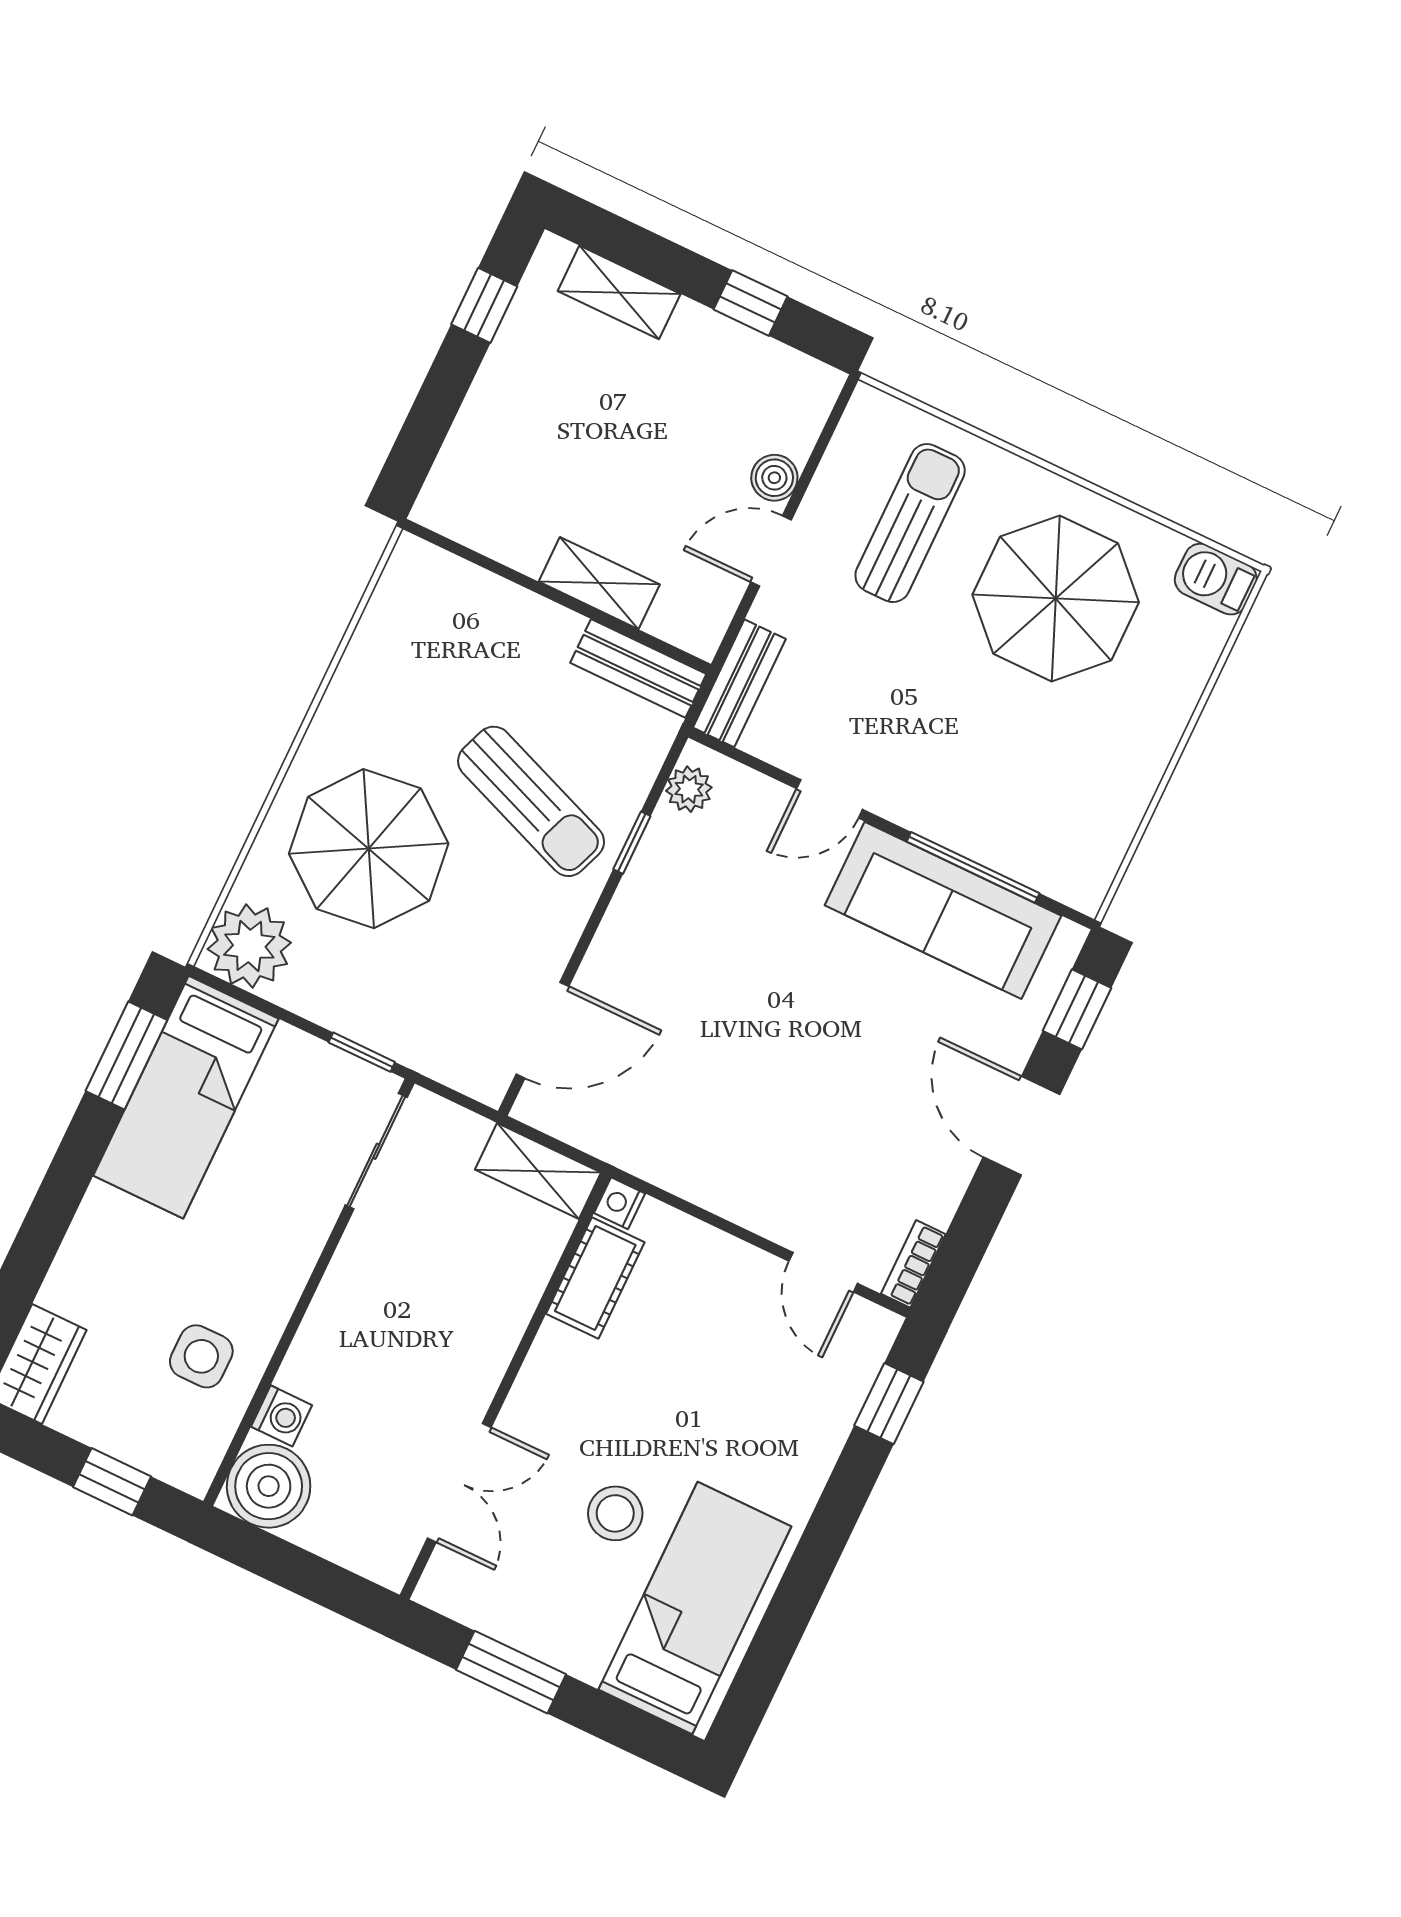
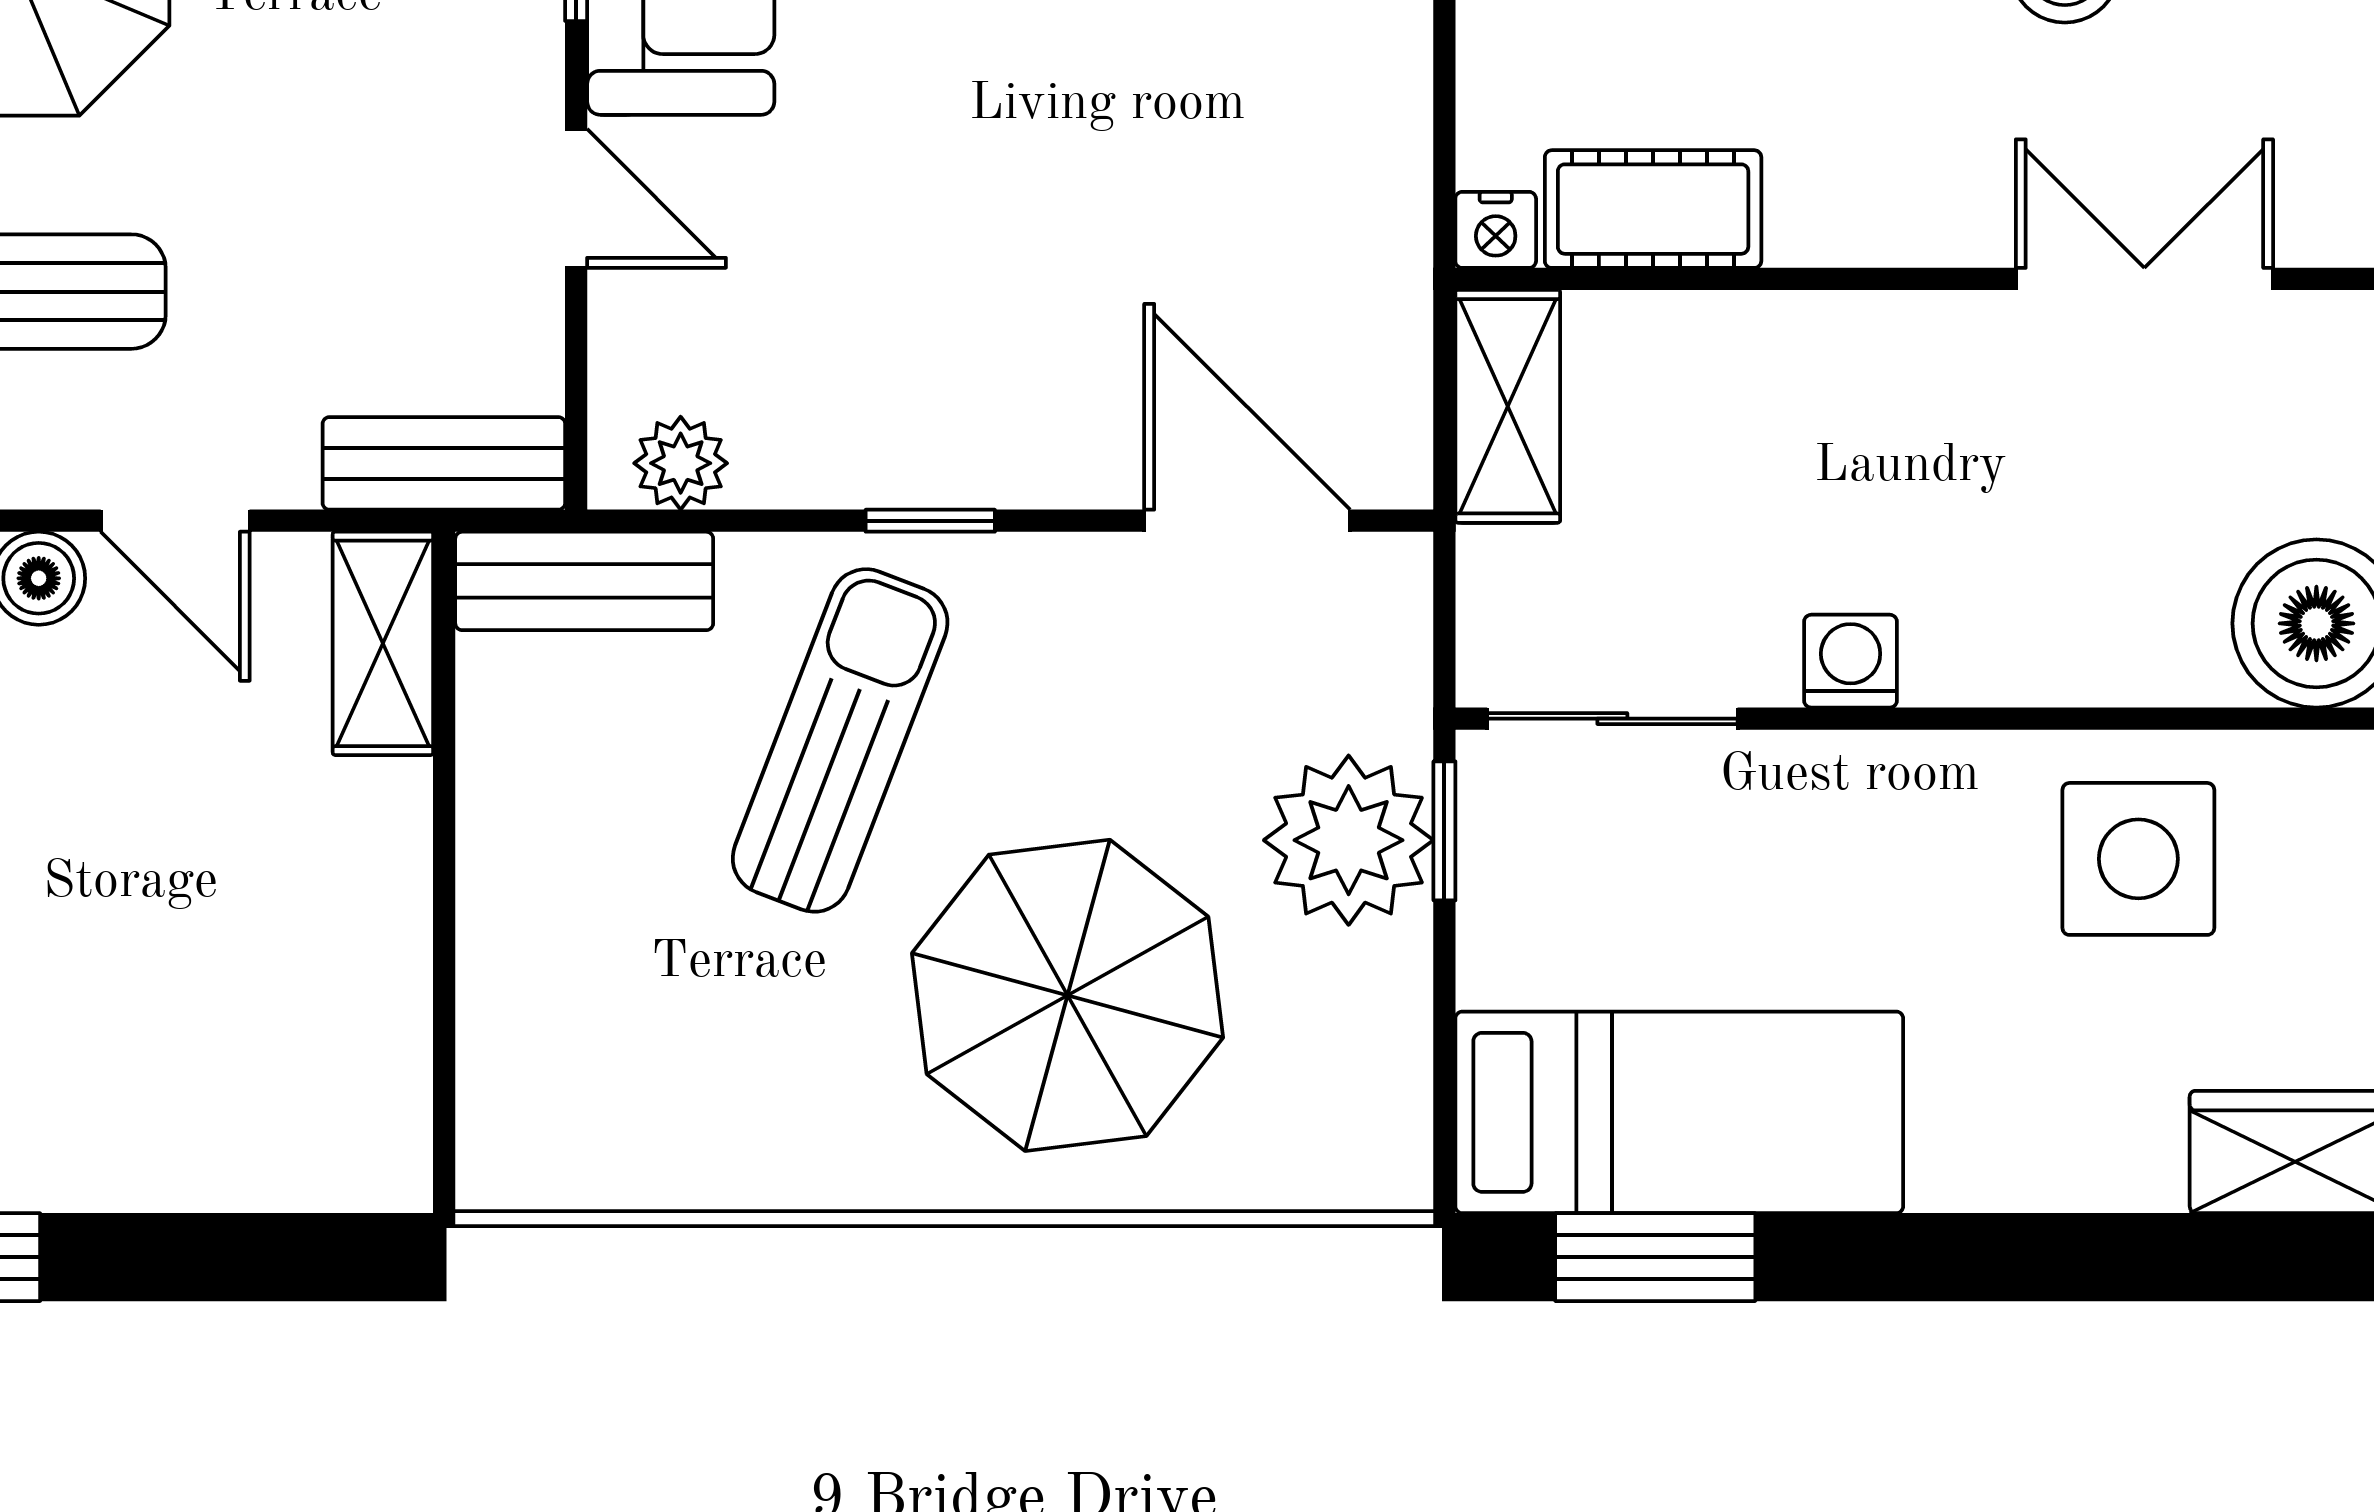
shelving: (599, 583) -> (383, 643), moved
bench: (638, 668) -> (584, 581), moved, turned 90
window: (632, 843) -> (930, 521), moved
plant: (249, 946) -> (1349, 840), moved
side table: (201, 1356) -> (2138, 859), width x1.37, depth x1.37
washing machine: (281, 1416) -> (1851, 661), moved

